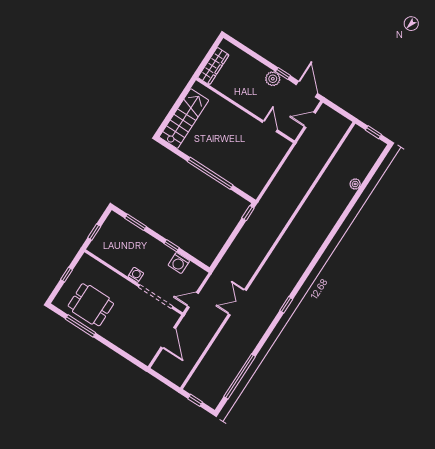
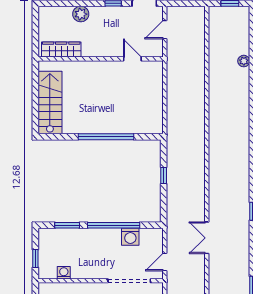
wardrobe: (213, 66) -> (61, 50), moved, turned -90
plant: (273, 79) -> (81, 14), moved
window: (248, 213) -> (164, 175), moved
window: (172, 246) -> (114, 225), width x3.17
washing machine: (136, 275) -> (64, 273), moved

